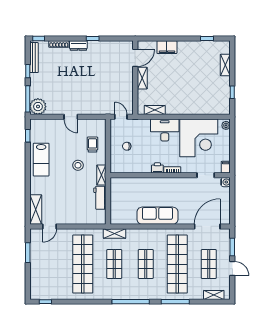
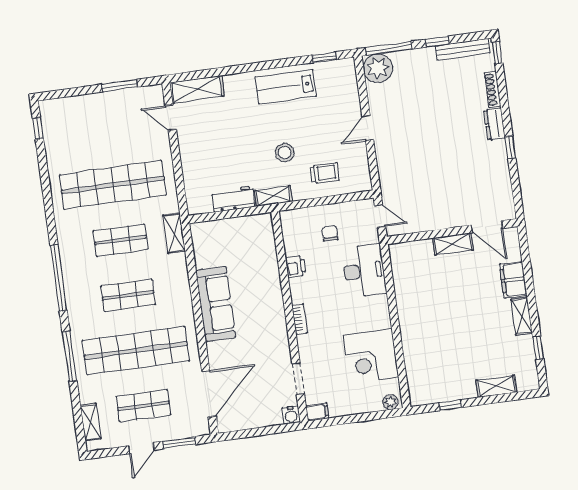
shelving: (155, 110) -> (522, 316), moved
door: (121, 117) -> (380, 216), hinge flipped
desk: (165, 130) -> (364, 271), moved
corner desk: (199, 138) -> (371, 356), width x0.74, depth x0.74
printer: (157, 168) -> (296, 267), moved
door: (207, 226) -> (209, 394), hinge flipped

